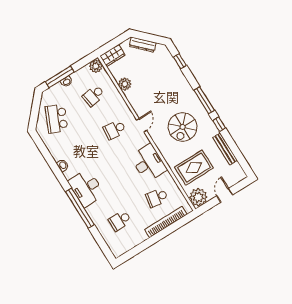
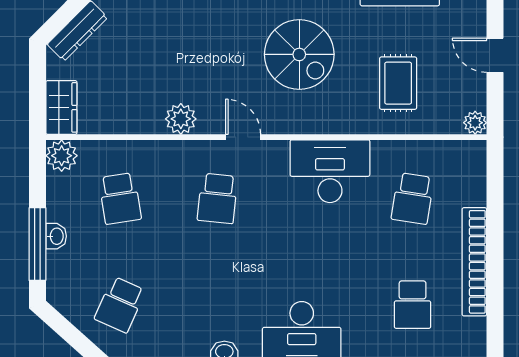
plant: (125, 84) -> (181, 119), moved
school desk: (57, 119) -> (120, 305), width x0.54
rug: (194, 168) -> (398, 83), width x0.73, depth x0.70
plant: (198, 197) -> (475, 123), width x0.53, depth x0.53
bookcase: (166, 222) -> (474, 262), moved

